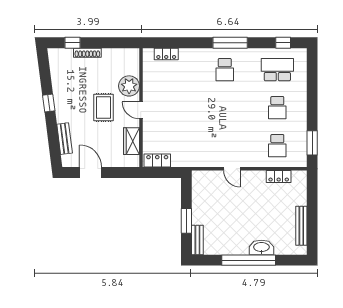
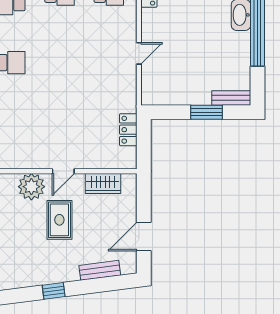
rug: (103, 107) -> (59, 220), turned 90
locker: (157, 161) -> (128, 130), moved

